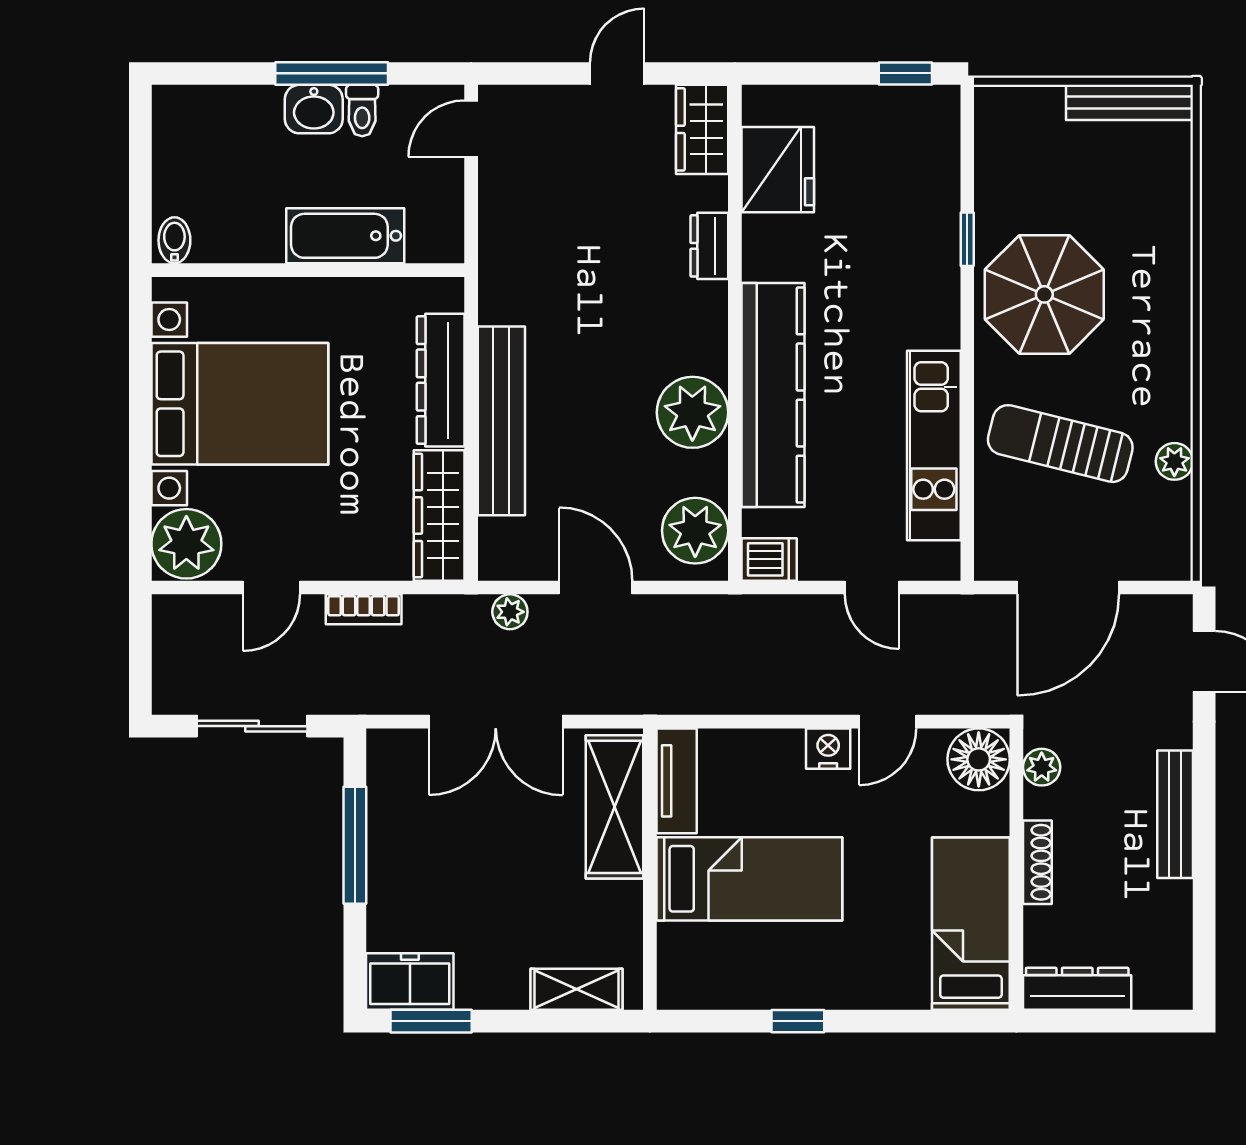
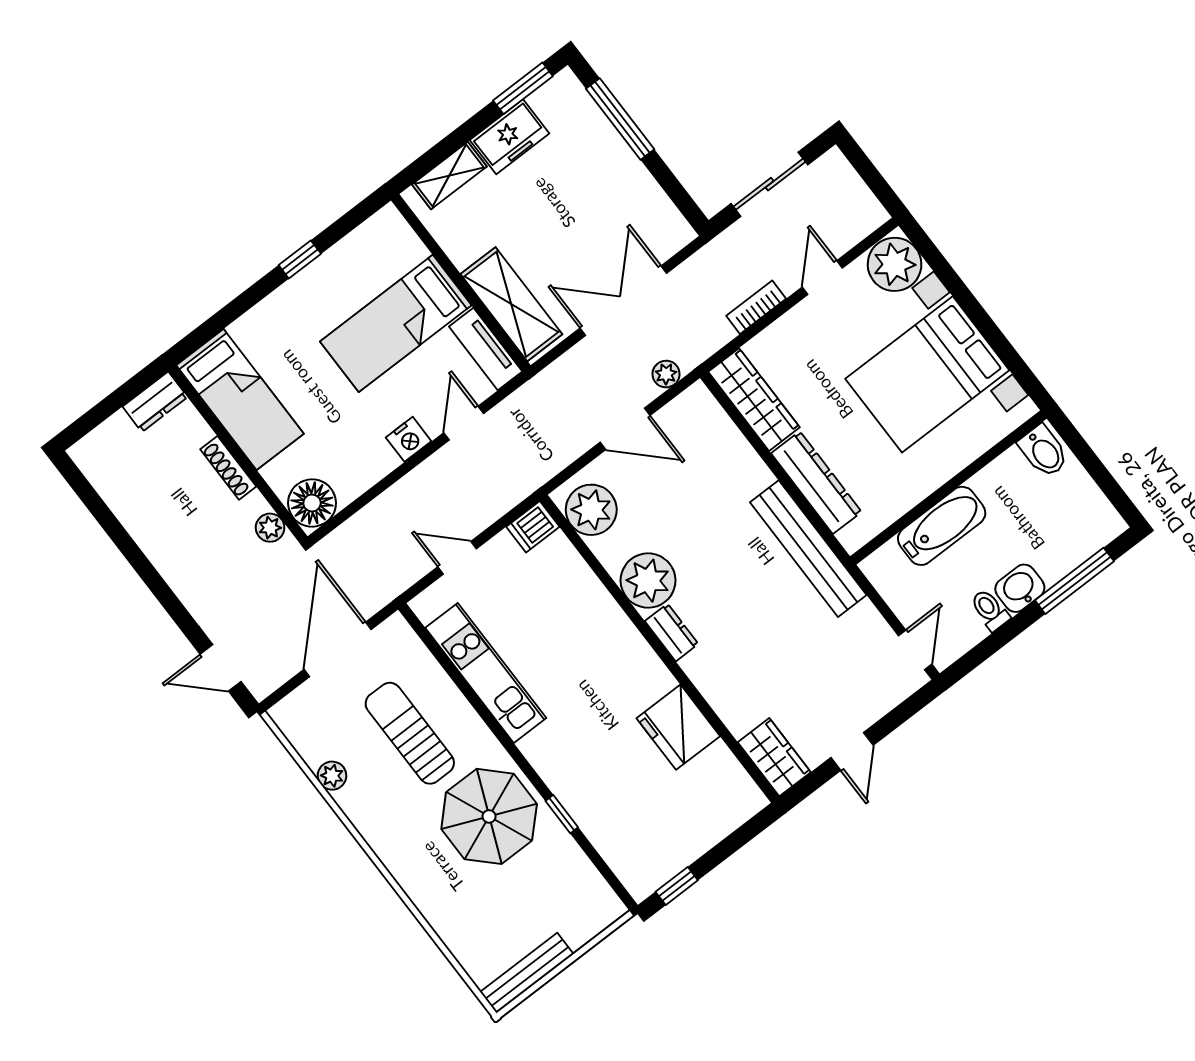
window: (332, 73) -> (1074, 581), moved
fridge: (778, 170) -> (678, 727), moved
bidet: (174, 240) -> (1044, 451), width x1.38, depth x1.36
dresser: (709, 246) -> (672, 633), moved
kitchen counter: (773, 395) -> (607, 629), removed
bench: (501, 421) -> (808, 549), moved
sun lounger: (1060, 444) -> (410, 733), turned -104
door: (888, 722) -> (464, 423), moved
bench: (1175, 814) -> (167, 561), removed
window: (355, 845) -> (620, 119), moved
freezer: (410, 982) -> (510, 137), moved
dresser: (1077, 989) -> (155, 402), width x0.70

